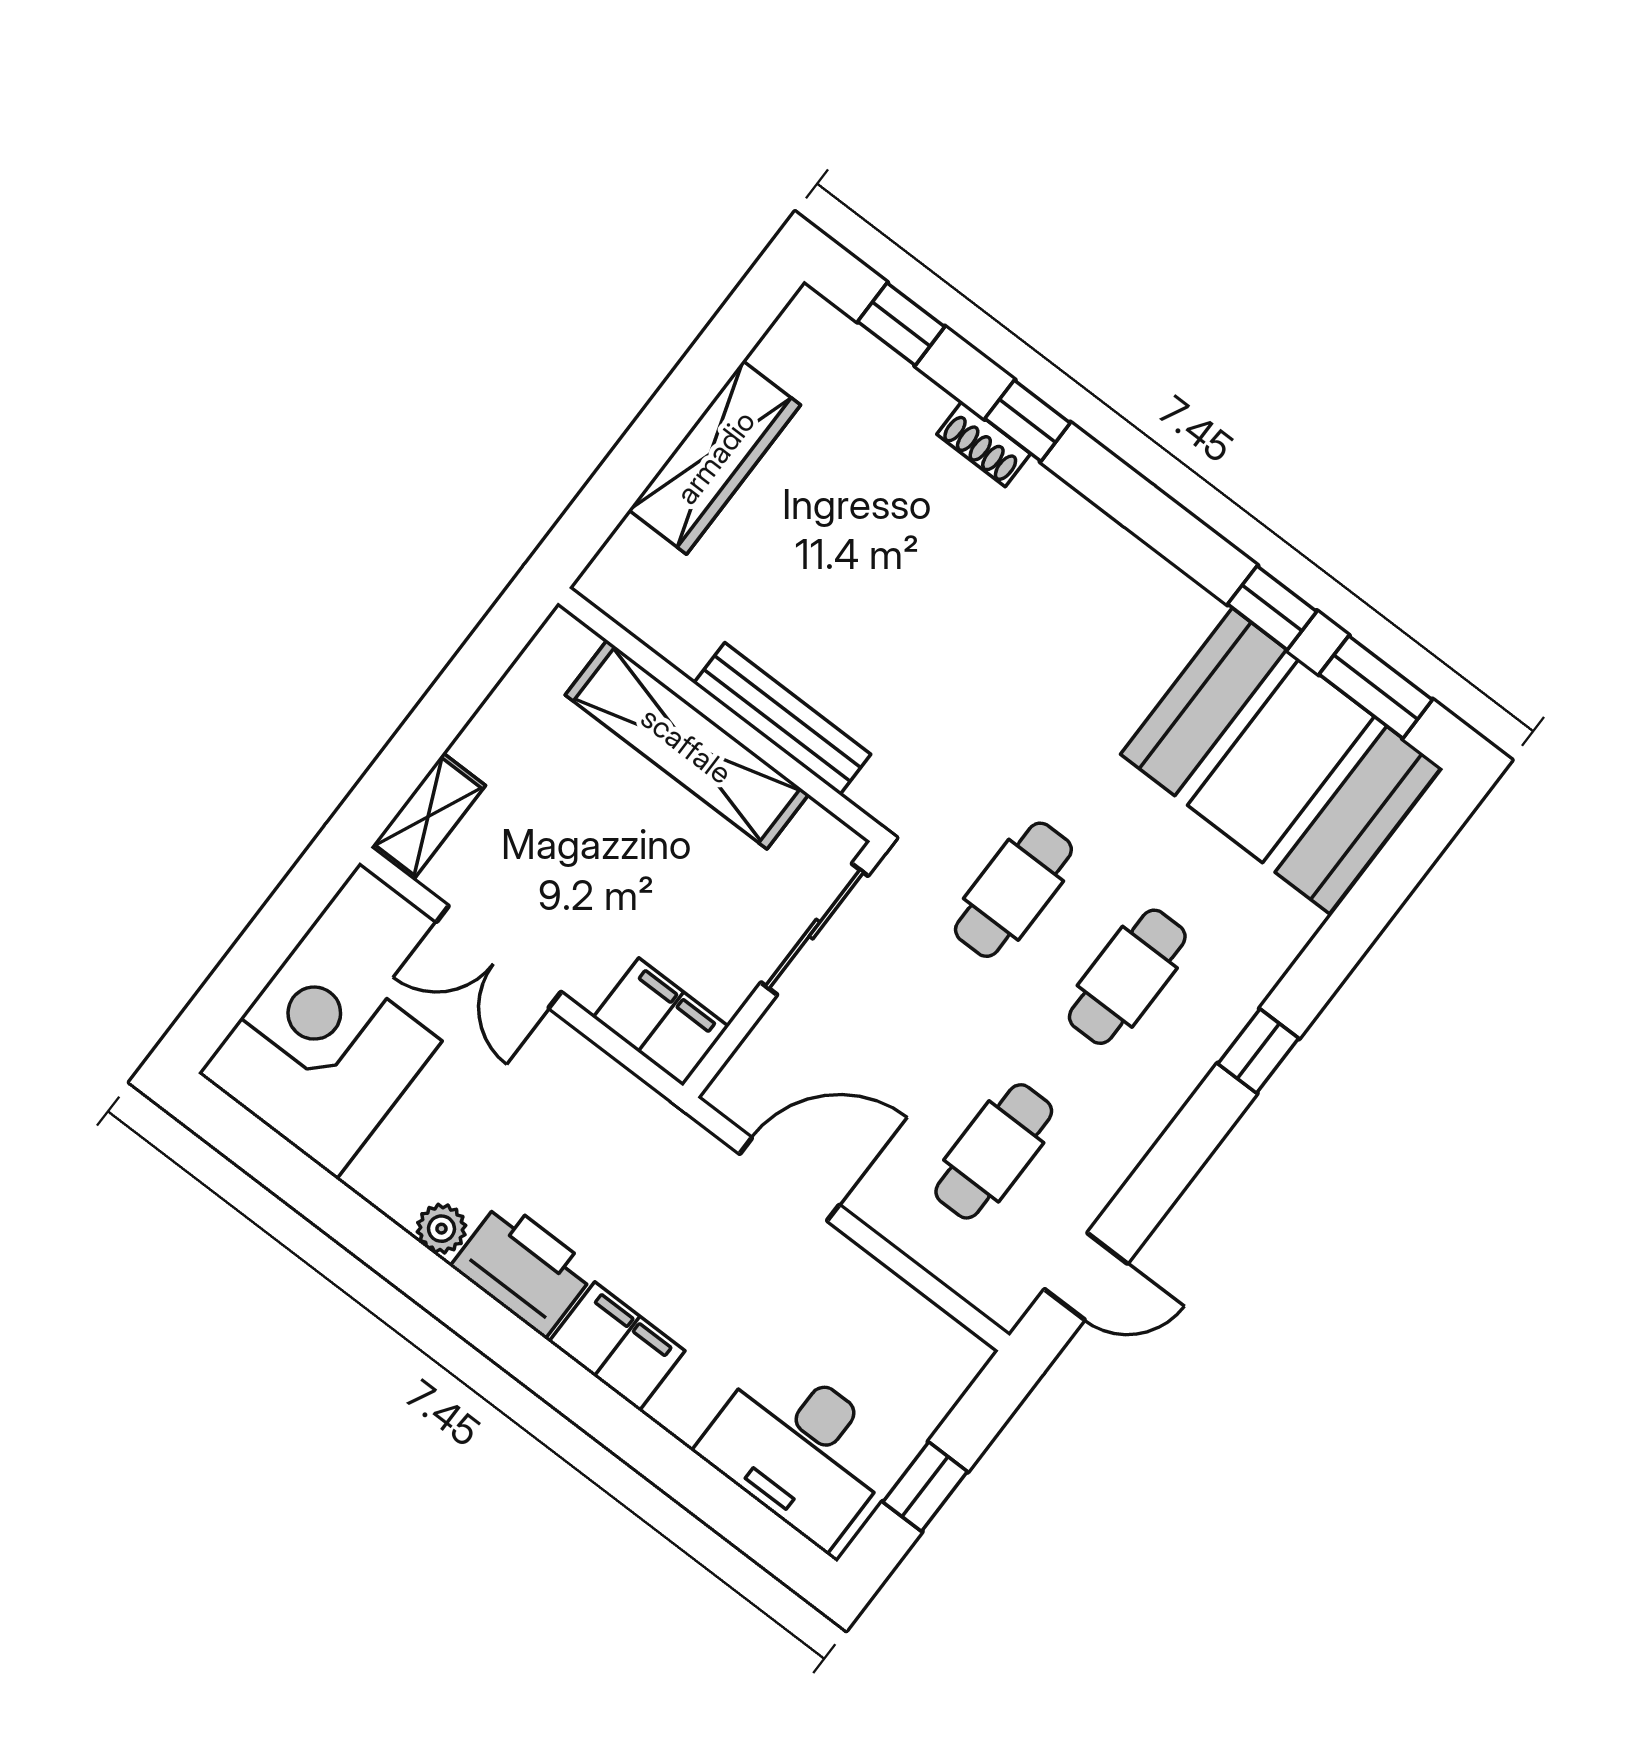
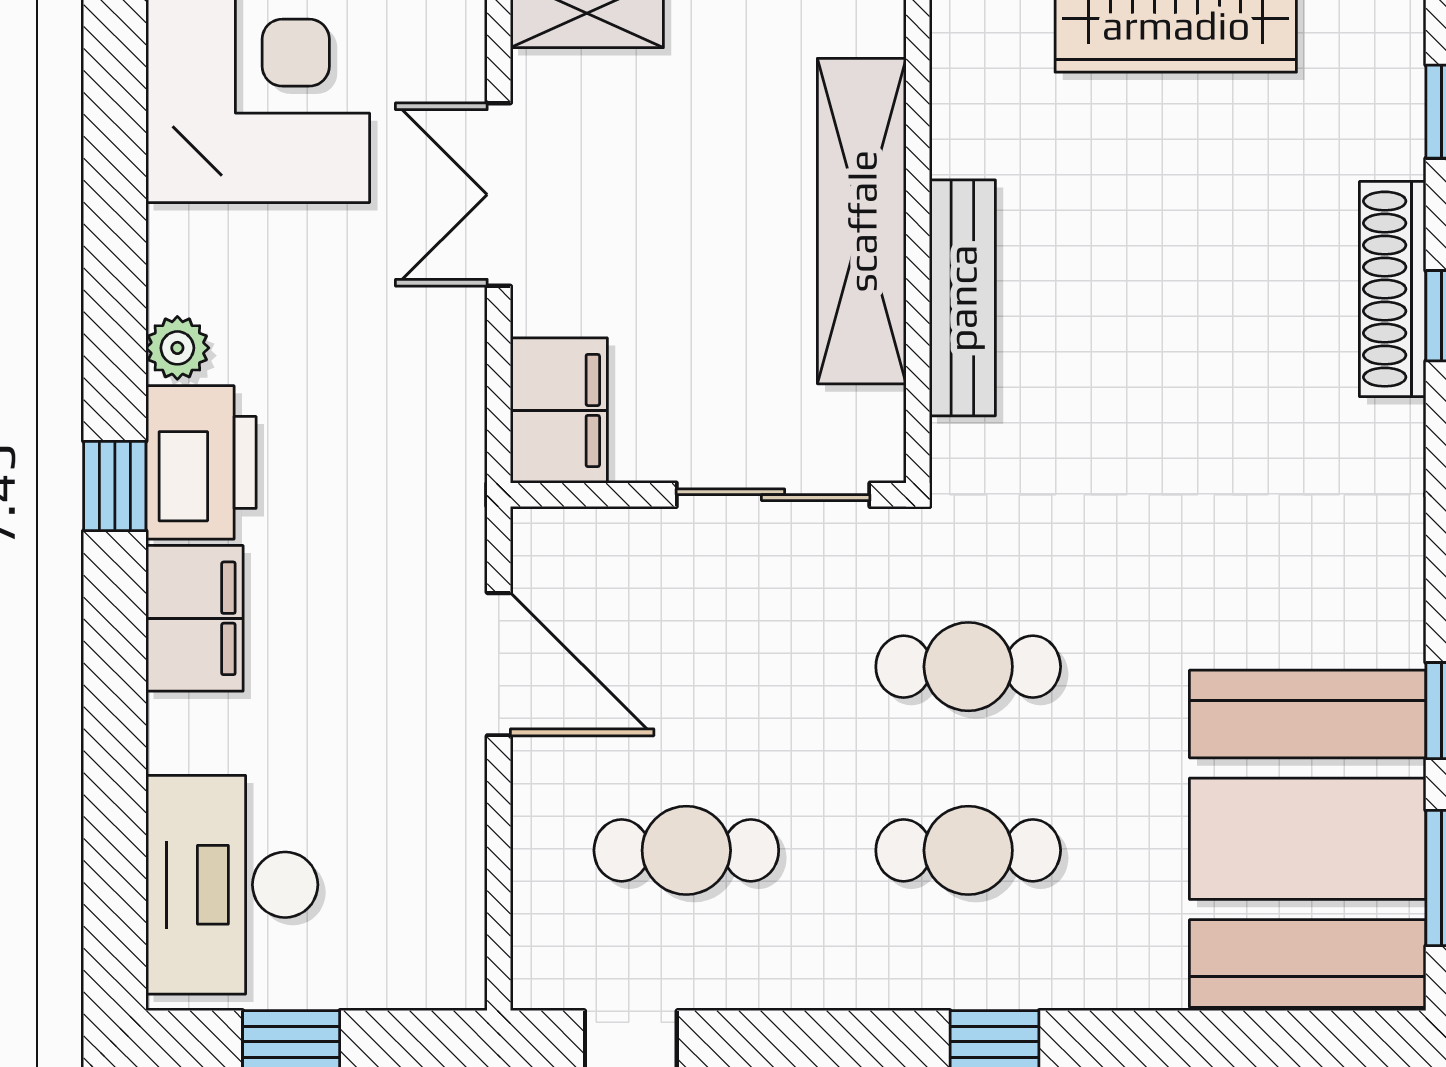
shoe rack: (984, 444) -> (1393, 289), width x1.94, depth x1.24
window: (497, 1333) -> (115, 486), added

